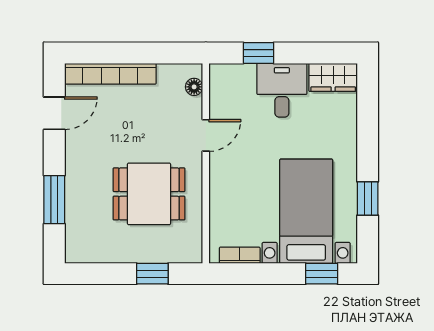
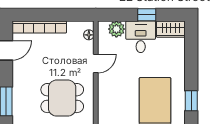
window: (259, 53) -> (147, 15), moved
plant: (241, 77) -> (116, 29), added

